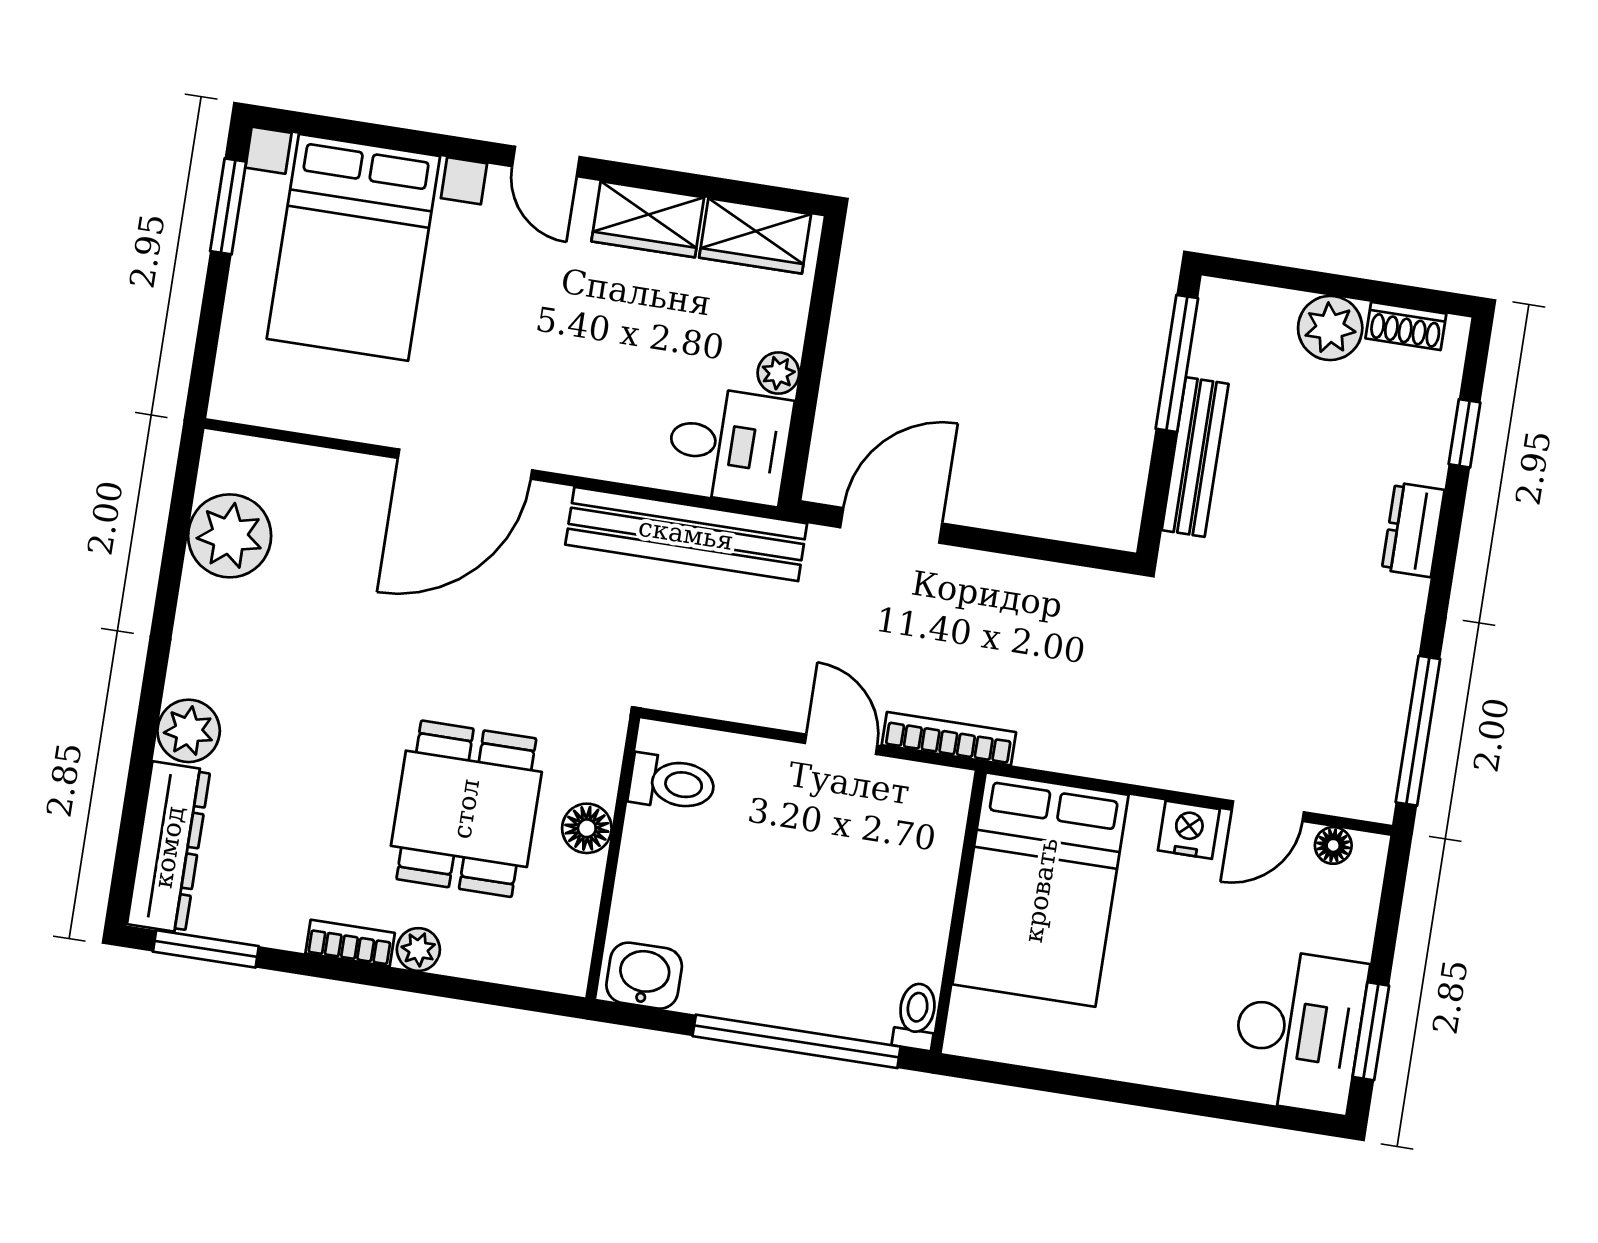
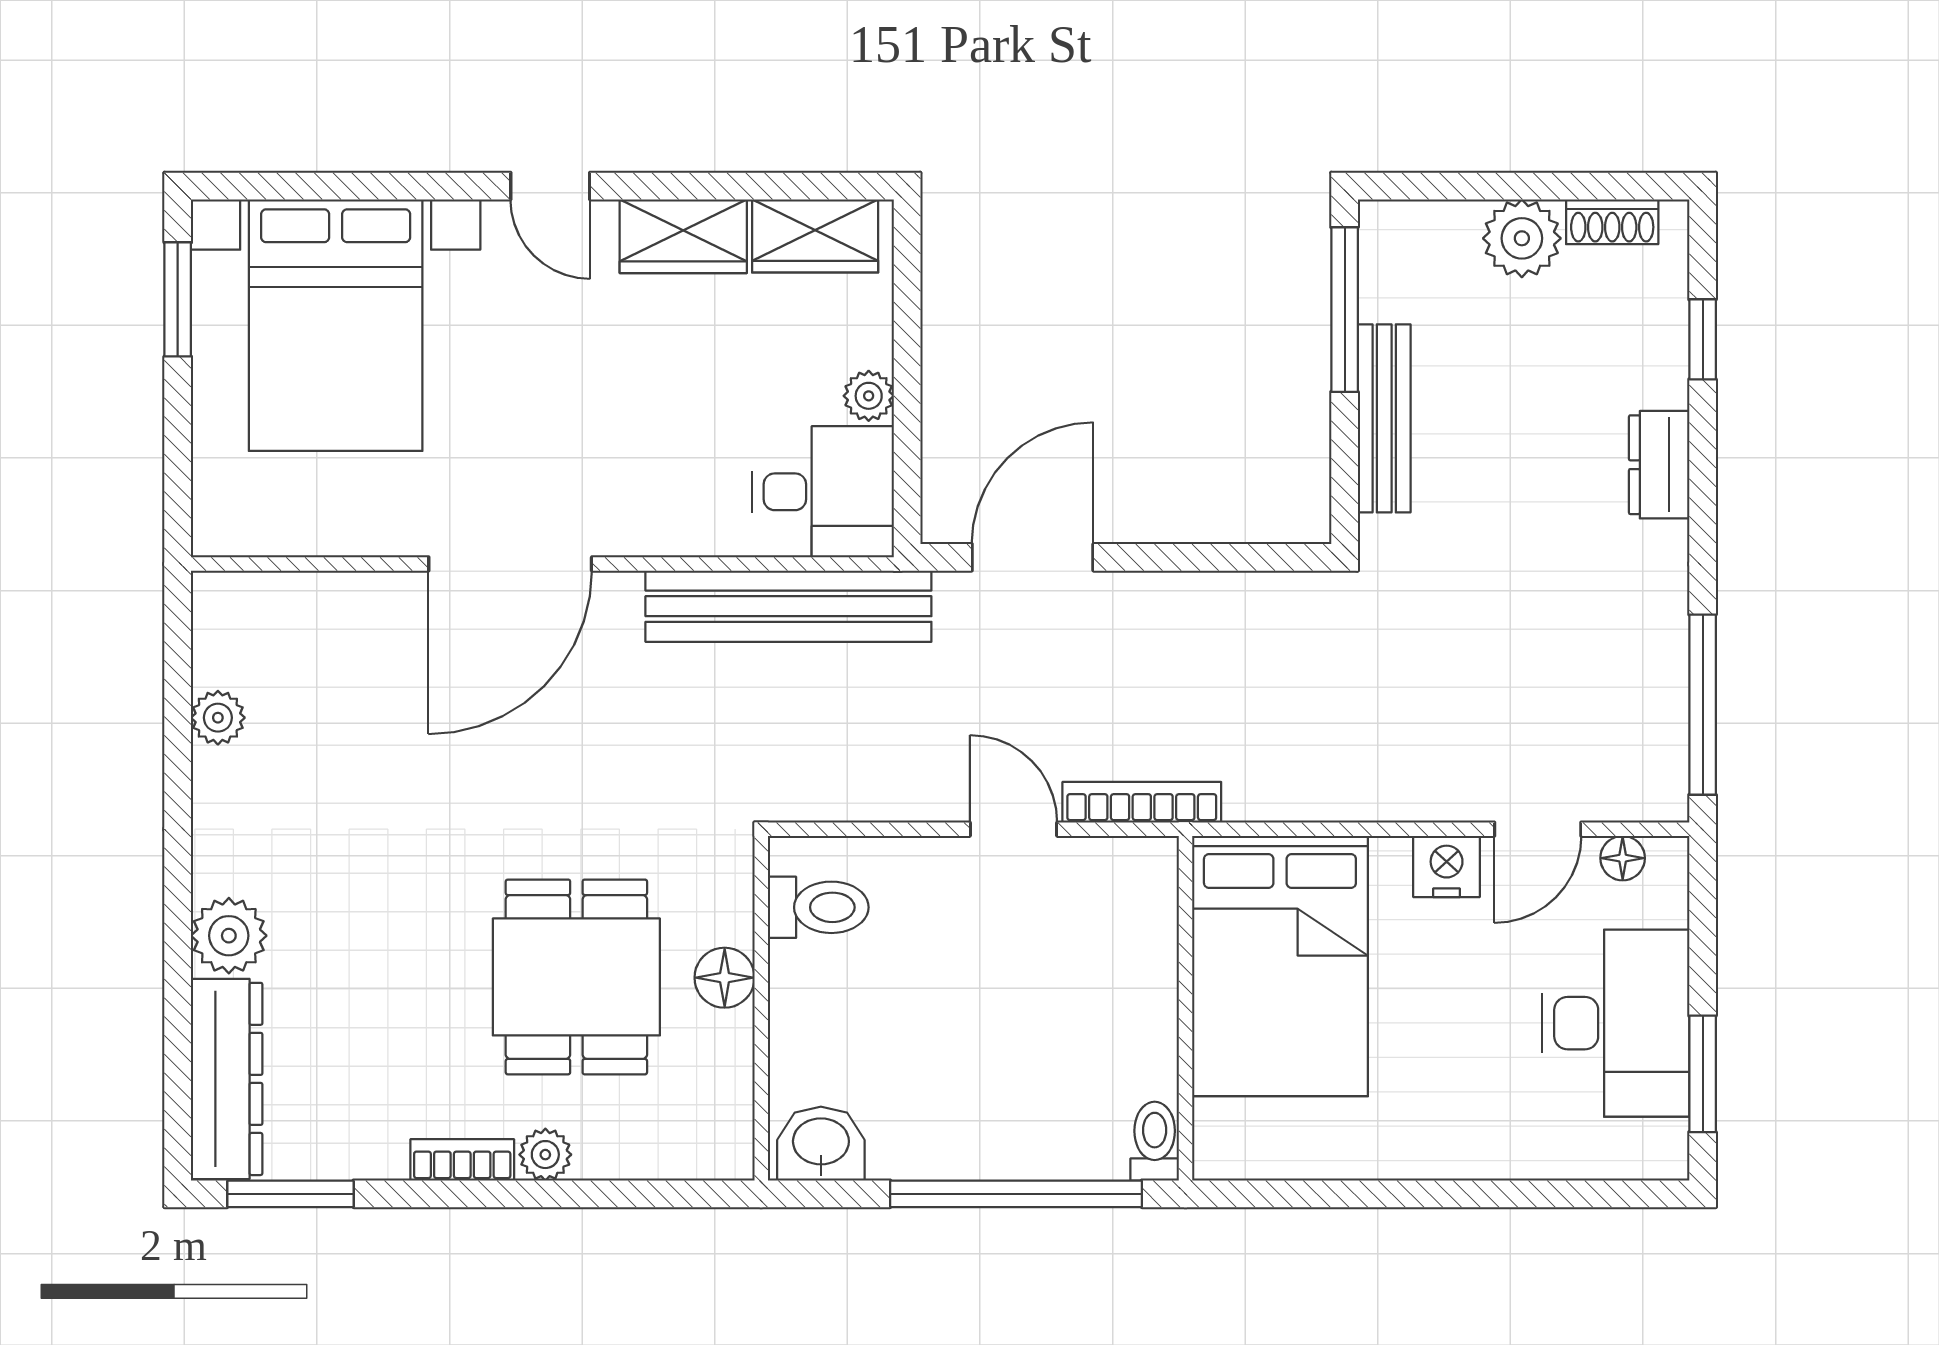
plant: (230, 536) -> (218, 718), width x0.53, depth x0.53
desk: (1299, 1031) -> (1616, 1023), moved

